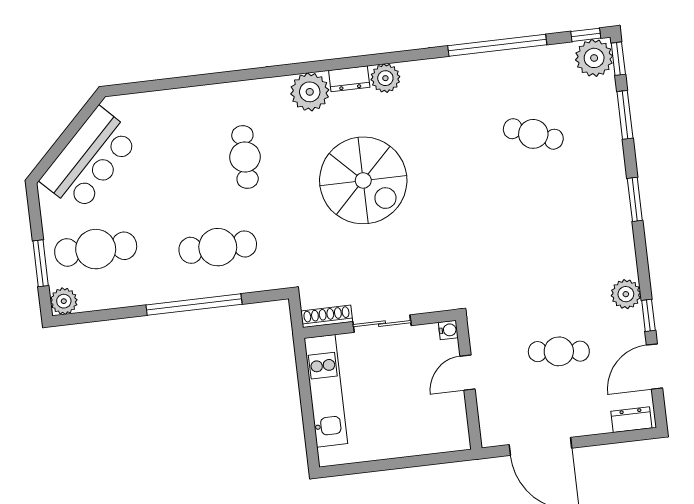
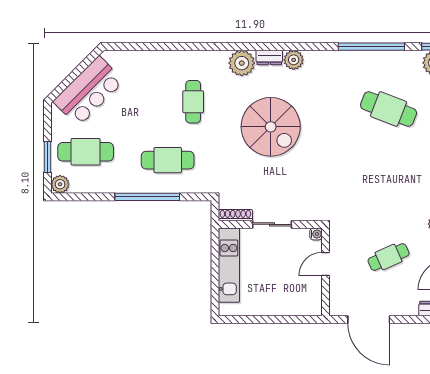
cafe table: (533, 134) -> (389, 109), width x1.37, depth x1.35
cafe table: (559, 351) -> (389, 257), turned -30

